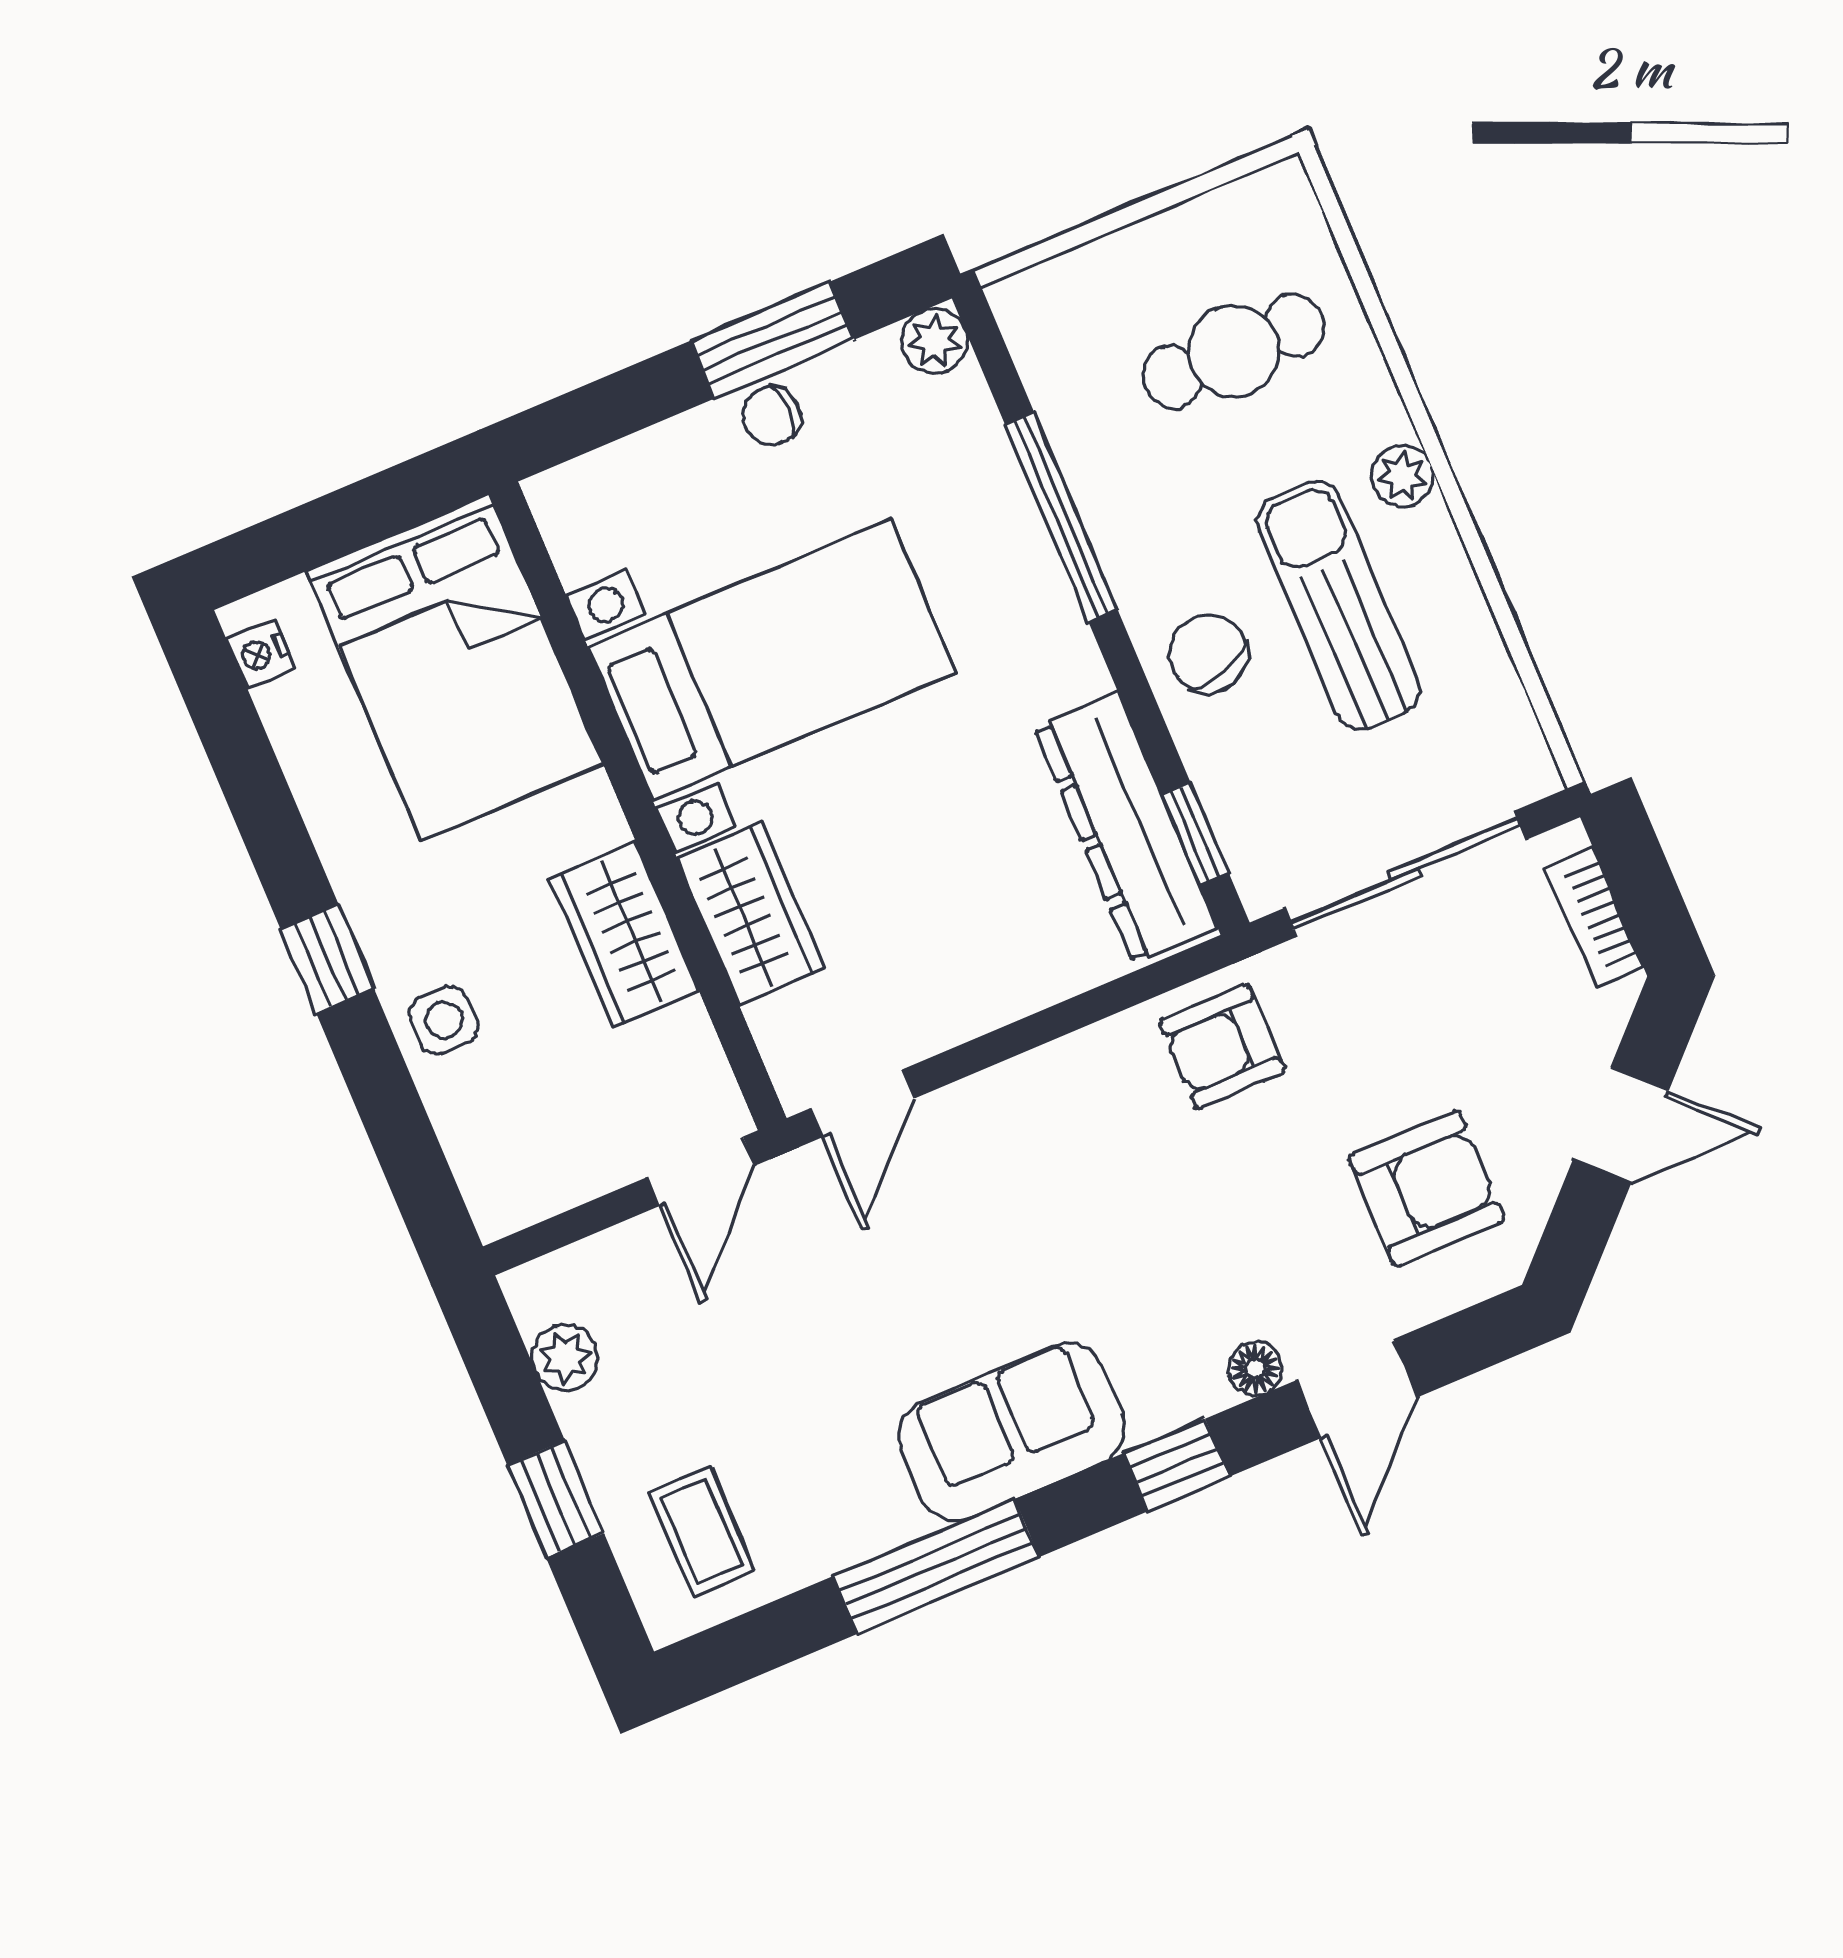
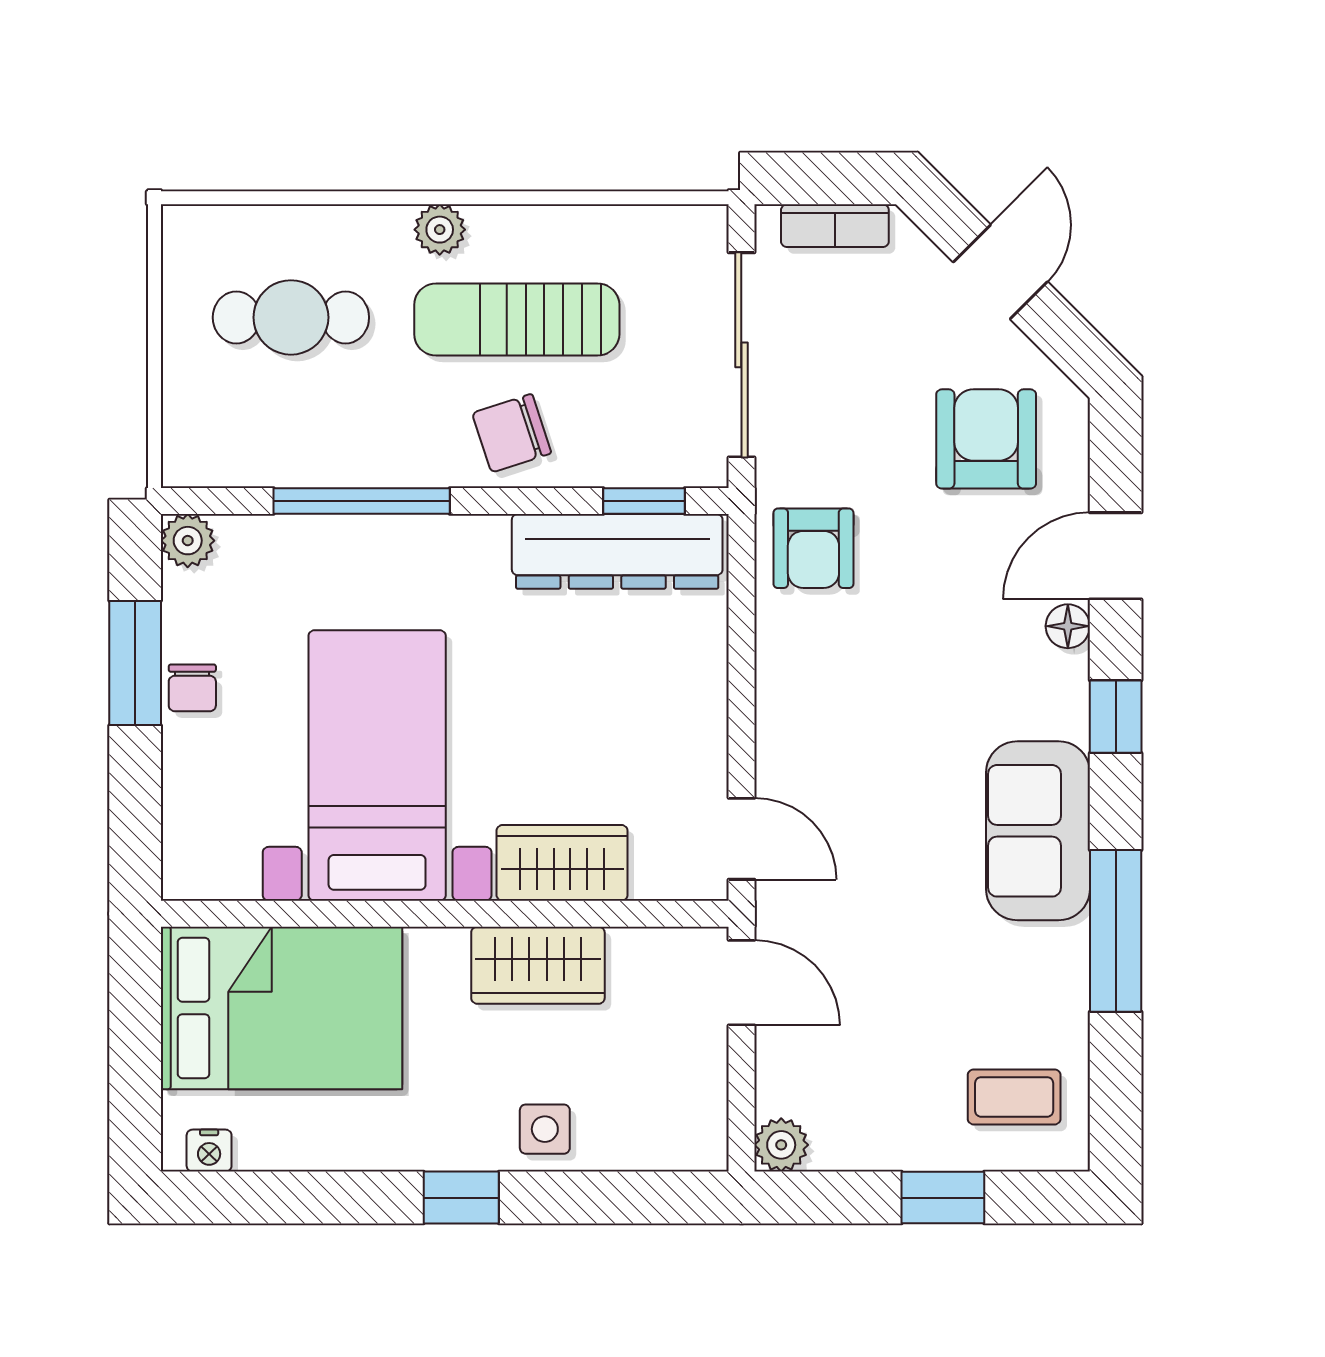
cafe table: (1234, 351) -> (291, 317), turned 90
plant: (565, 1357) -> (781, 1145), moved
door: (1357, 1389) -> (1116, 556), swing flipped

